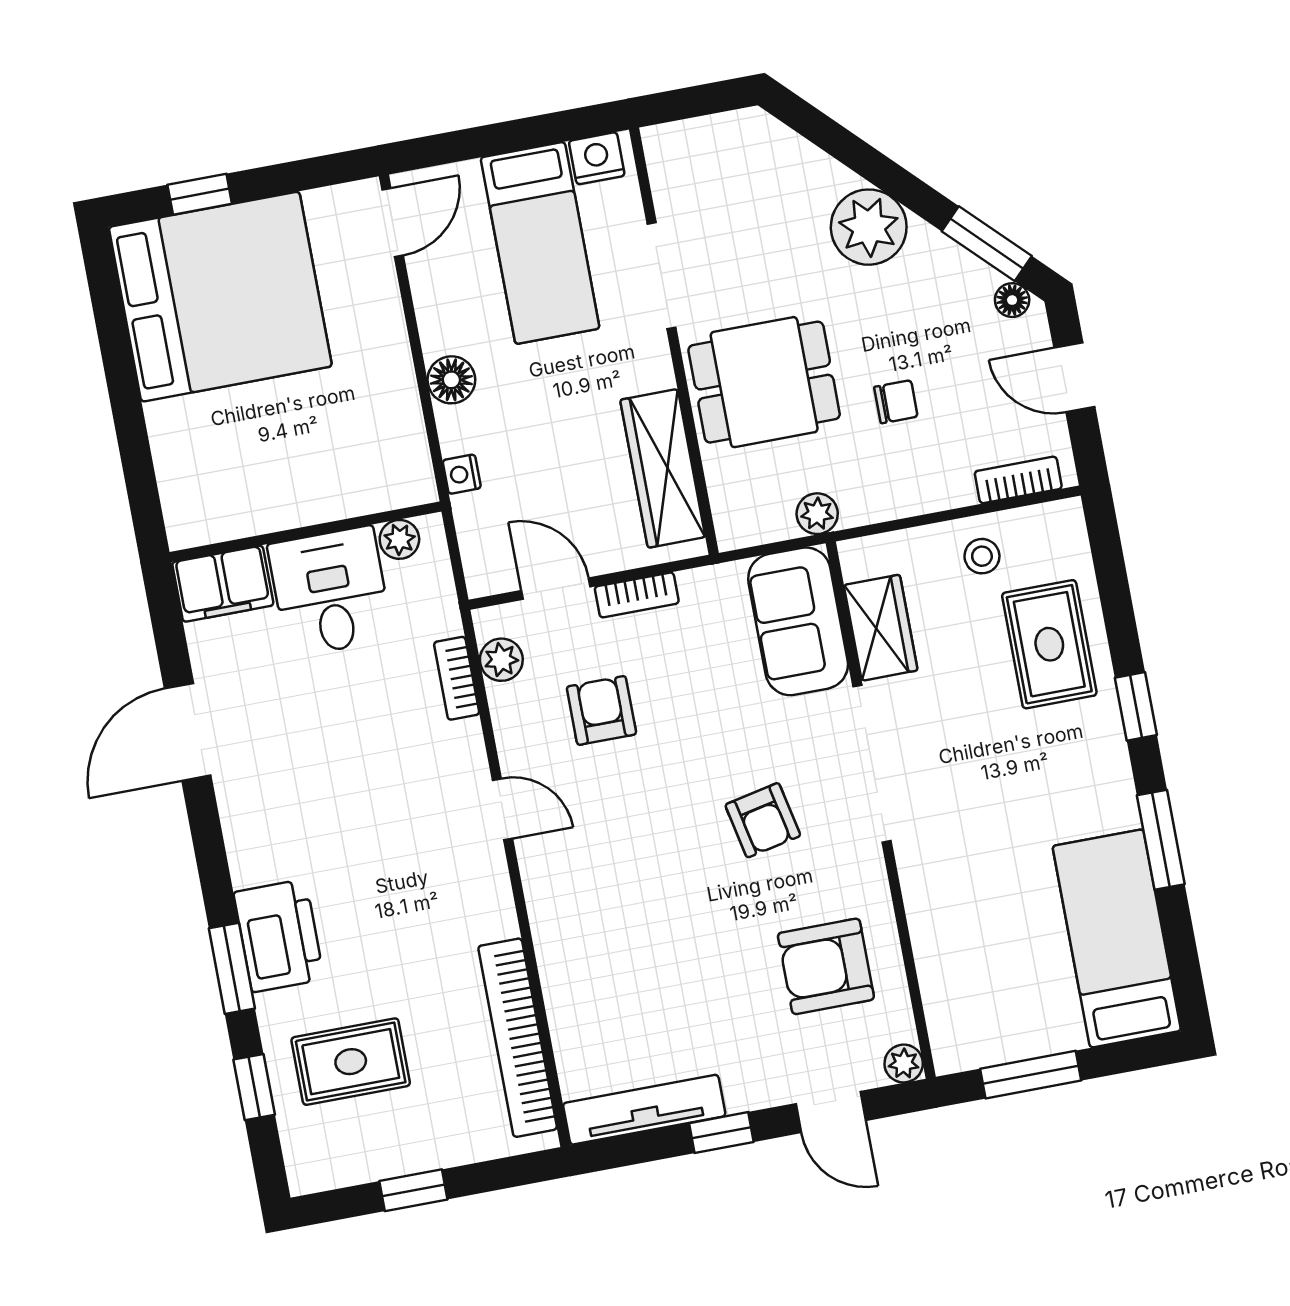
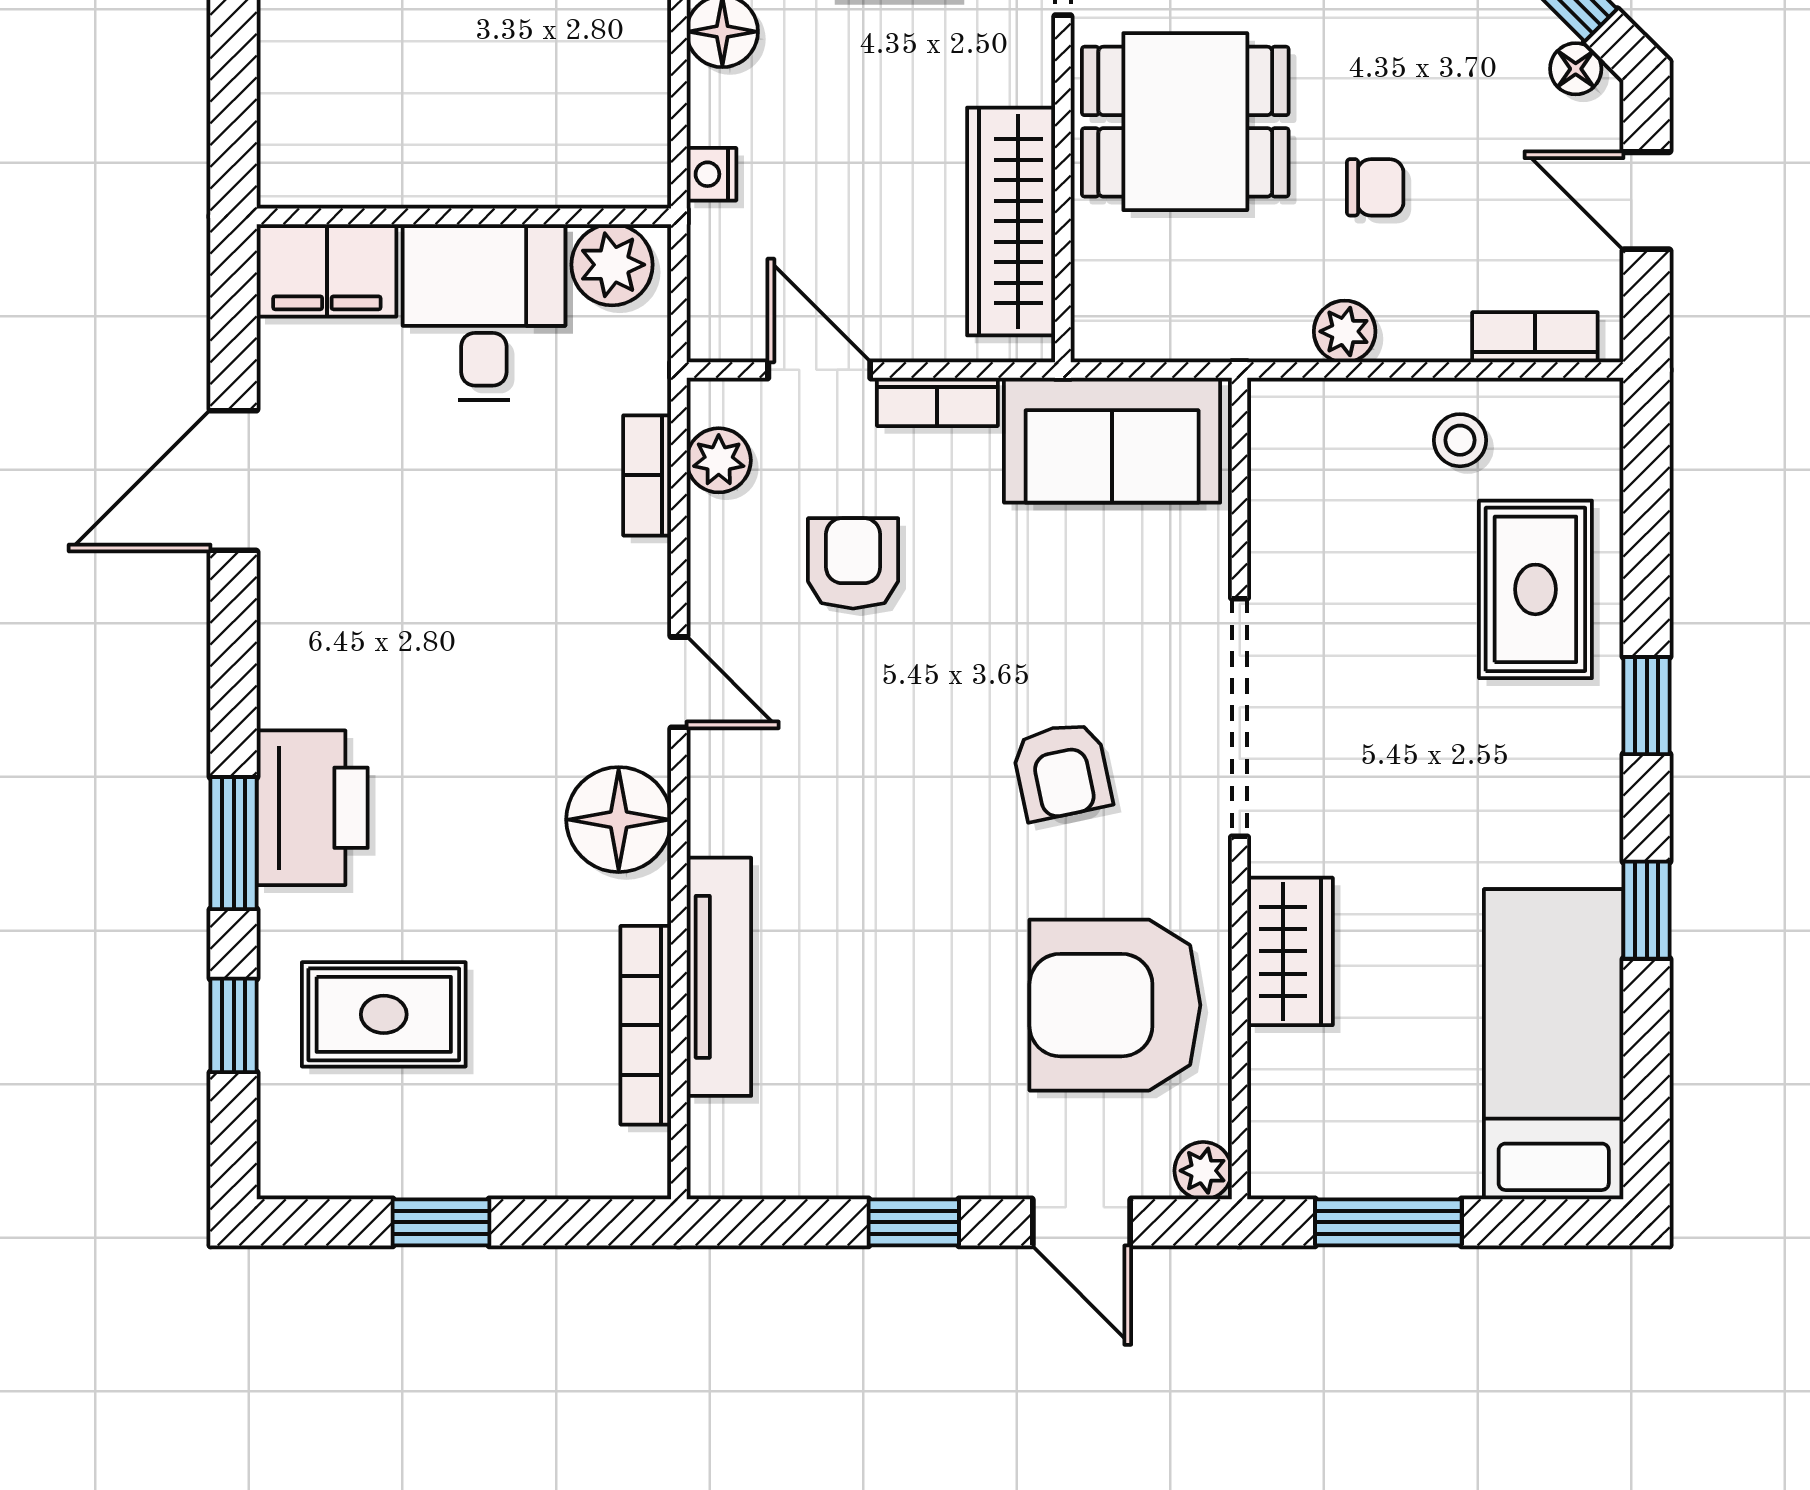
plant: (817, 514) -> (1345, 331), moved
plant: (399, 539) -> (612, 265), width x1.38, depth x1.38
sofa: (798, 621) -> (1112, 440), moved, turned -90
wardrobe: (881, 628) -> (1290, 951), moved
window: (1161, 840) -> (1647, 910), width x0.67
floor lamp: (480, 906) -> (619, 820), added
armchair: (826, 966) -> (1115, 1005), width x1.36, depth x1.36
bookcase: (518, 1038) -> (646, 1025), width x0.68, depth x0.76
tv unit: (644, 1110) -> (719, 977), moved, turned 90

